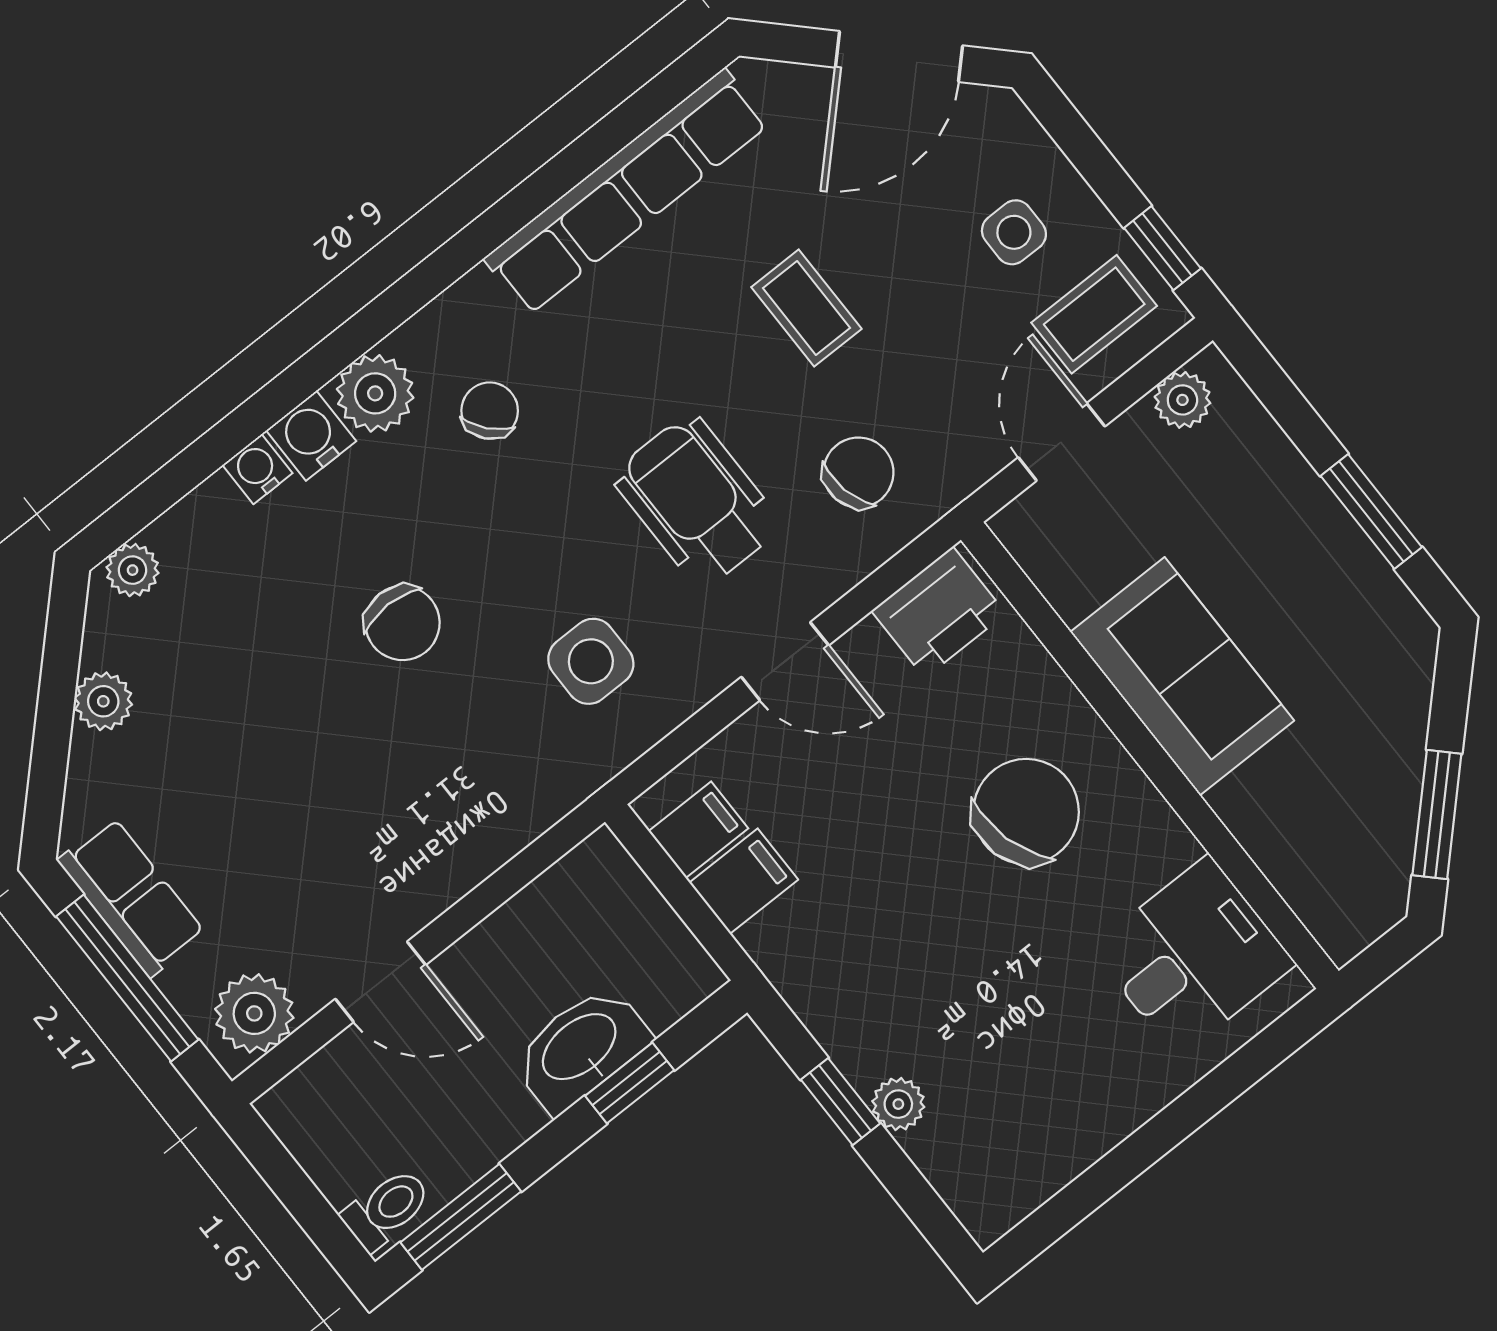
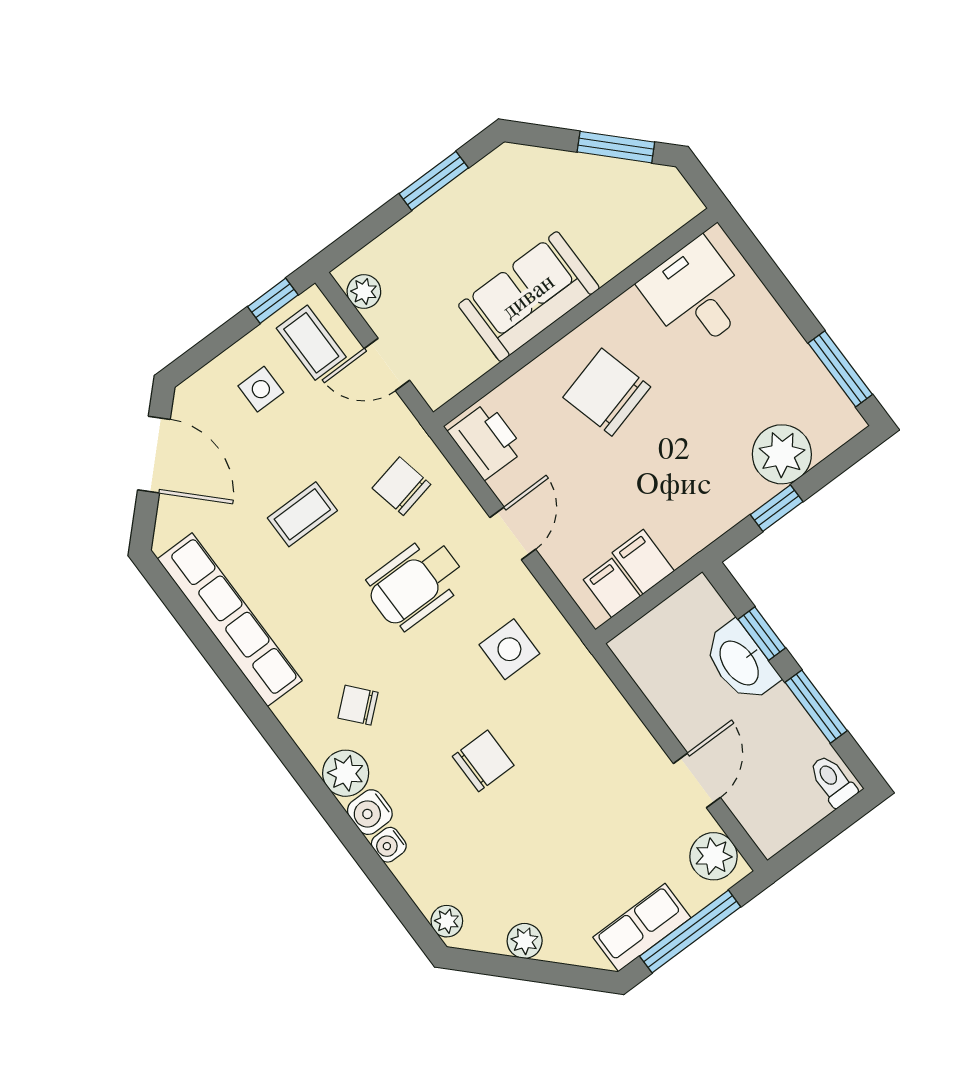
plant: (898, 1104) -> (782, 454), width x1.88, depth x1.88
window: (1077, 1201) -> (840, 369), added
window: (461, 1217) -> (816, 707), moved

